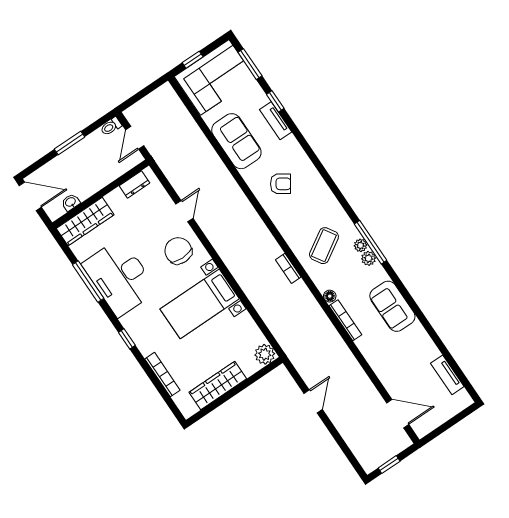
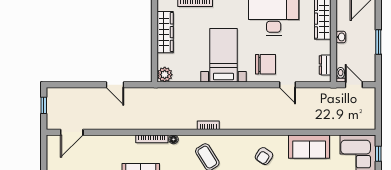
toilet: (111, 126) -> (341, 75), moved
washbasin: (71, 202) -> (341, 37), moved

